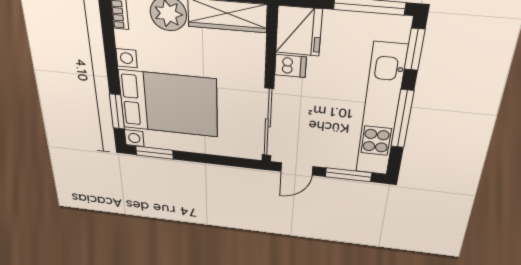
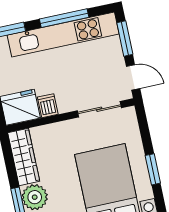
sliding door: (268, 123) -> (99, 109), width x0.73
window: (155, 153) -> (153, 169), moved

